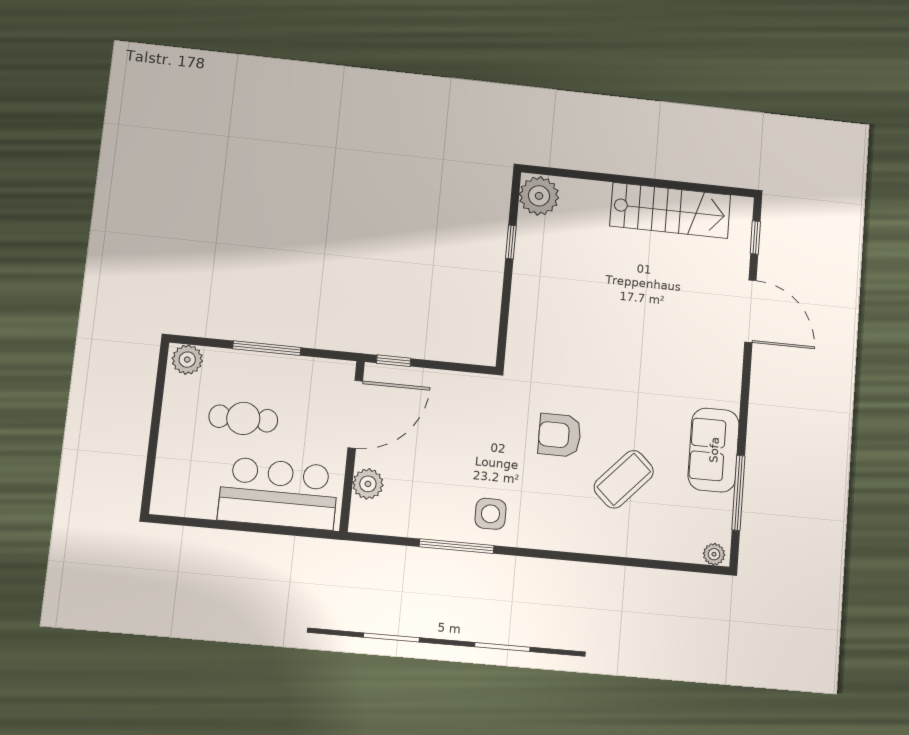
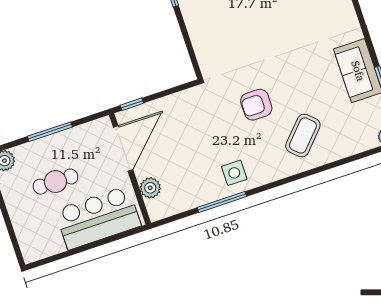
coffee table: (624, 479) -> (303, 136), moved

